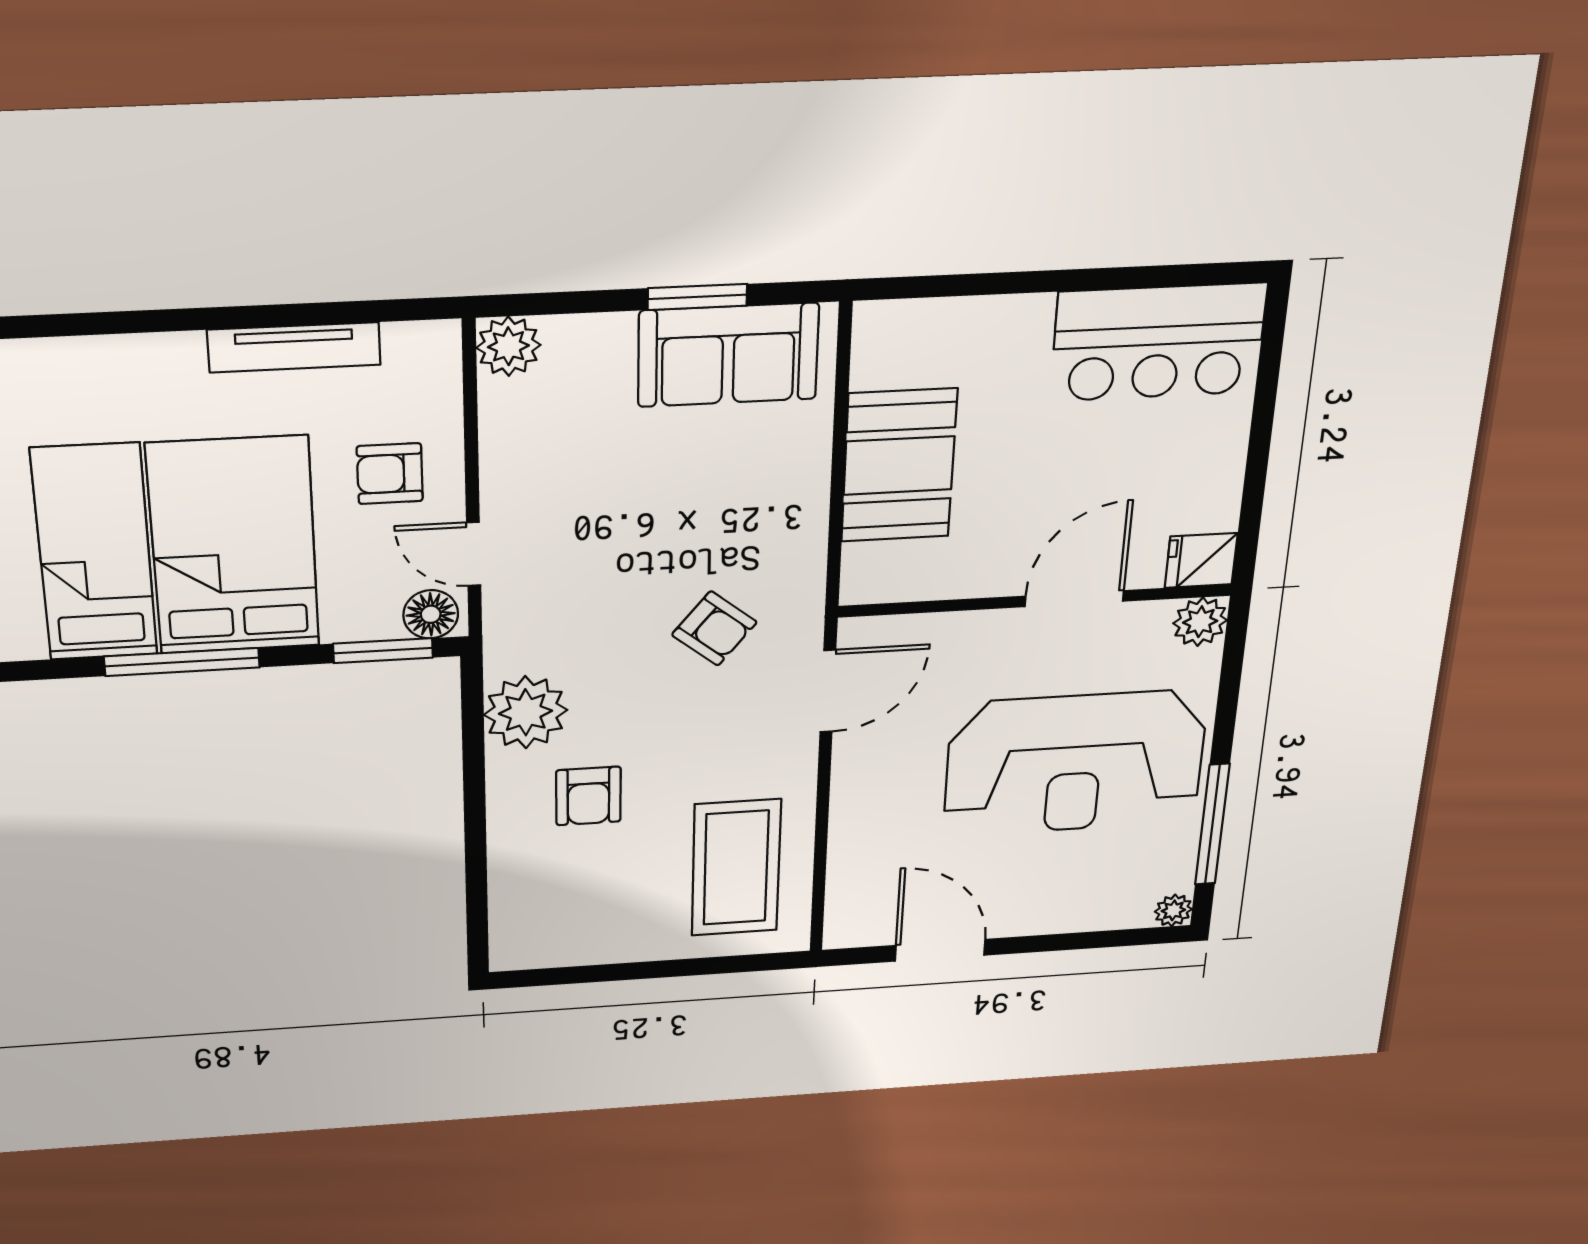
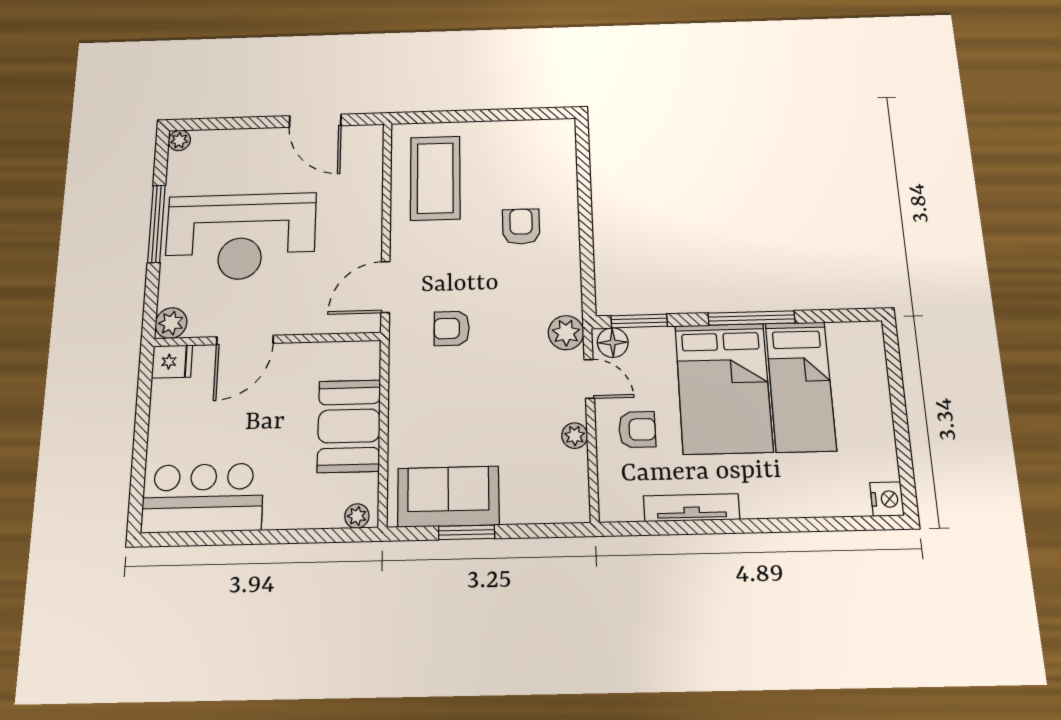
plant: (890, 319) -> (357, 516), added
plant: (508, 346) -> (575, 436), moved, width x0.73, depth x0.73
armchair: (714, 628) -> (452, 328), turned -39
plant: (526, 712) -> (566, 333), moved, width x0.73, depth x0.73
reception desk: (1075, 763) -> (241, 237), turned 180
window: (1212, 825) -> (156, 224), moved

